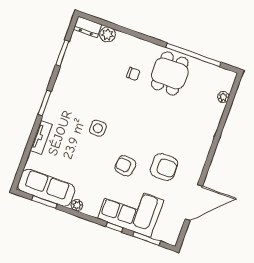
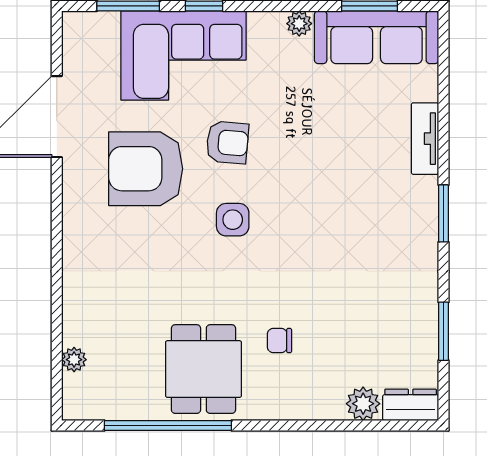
side table: (98, 128) -> (233, 220), moved
armchair: (164, 167) -> (146, 169), width x1.36, depth x1.36

